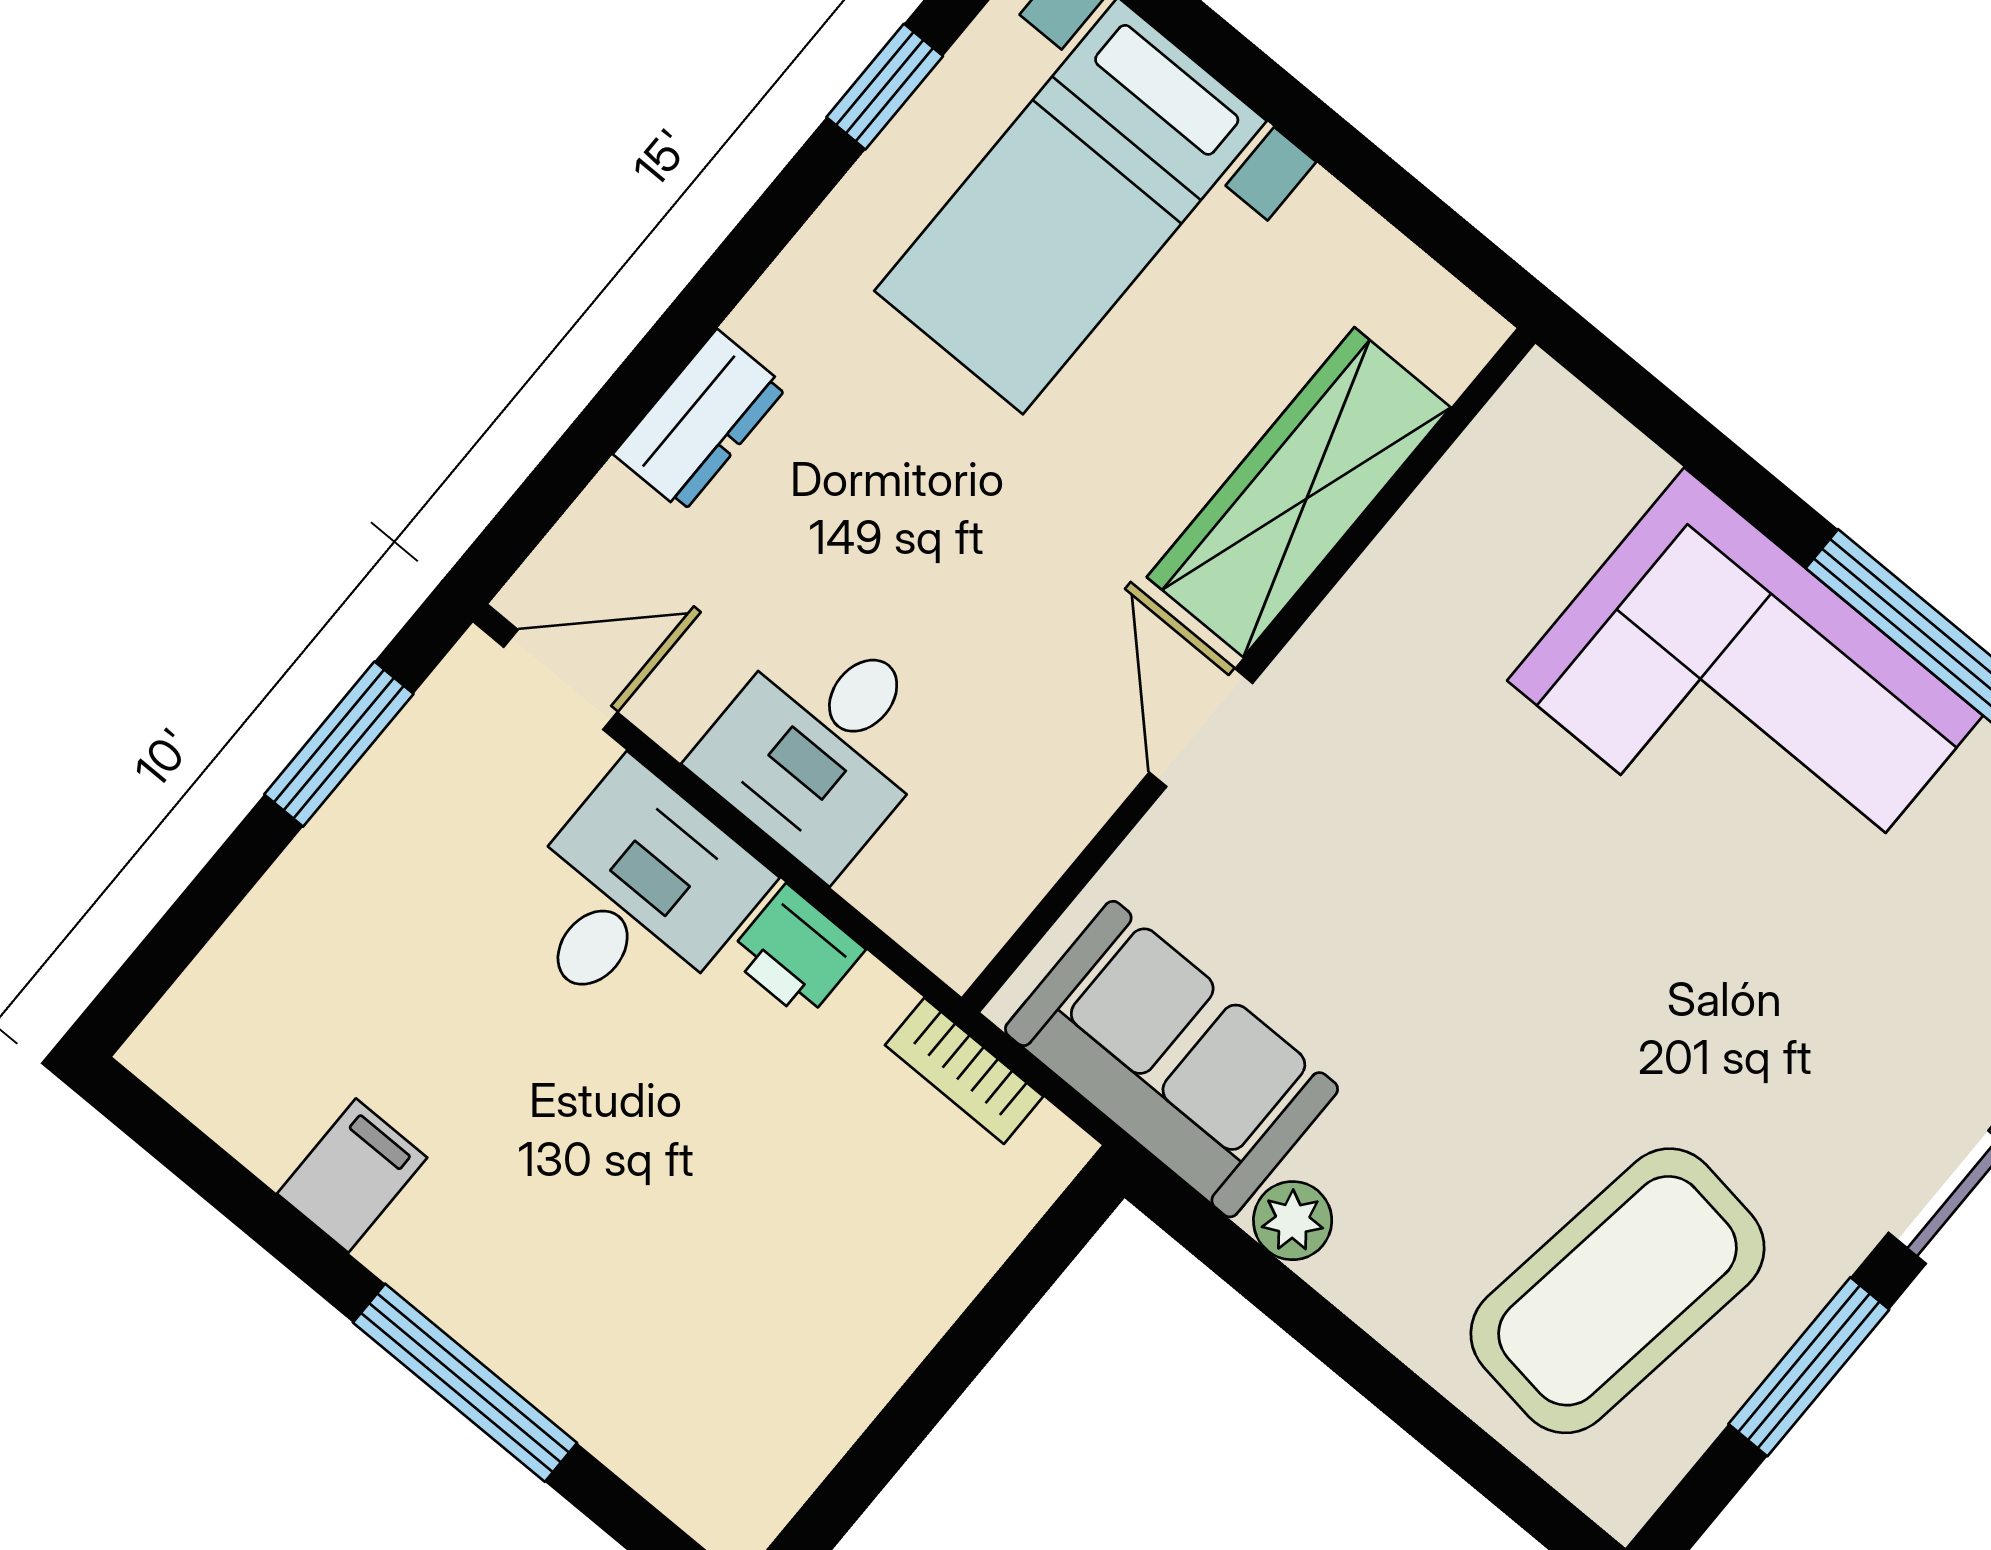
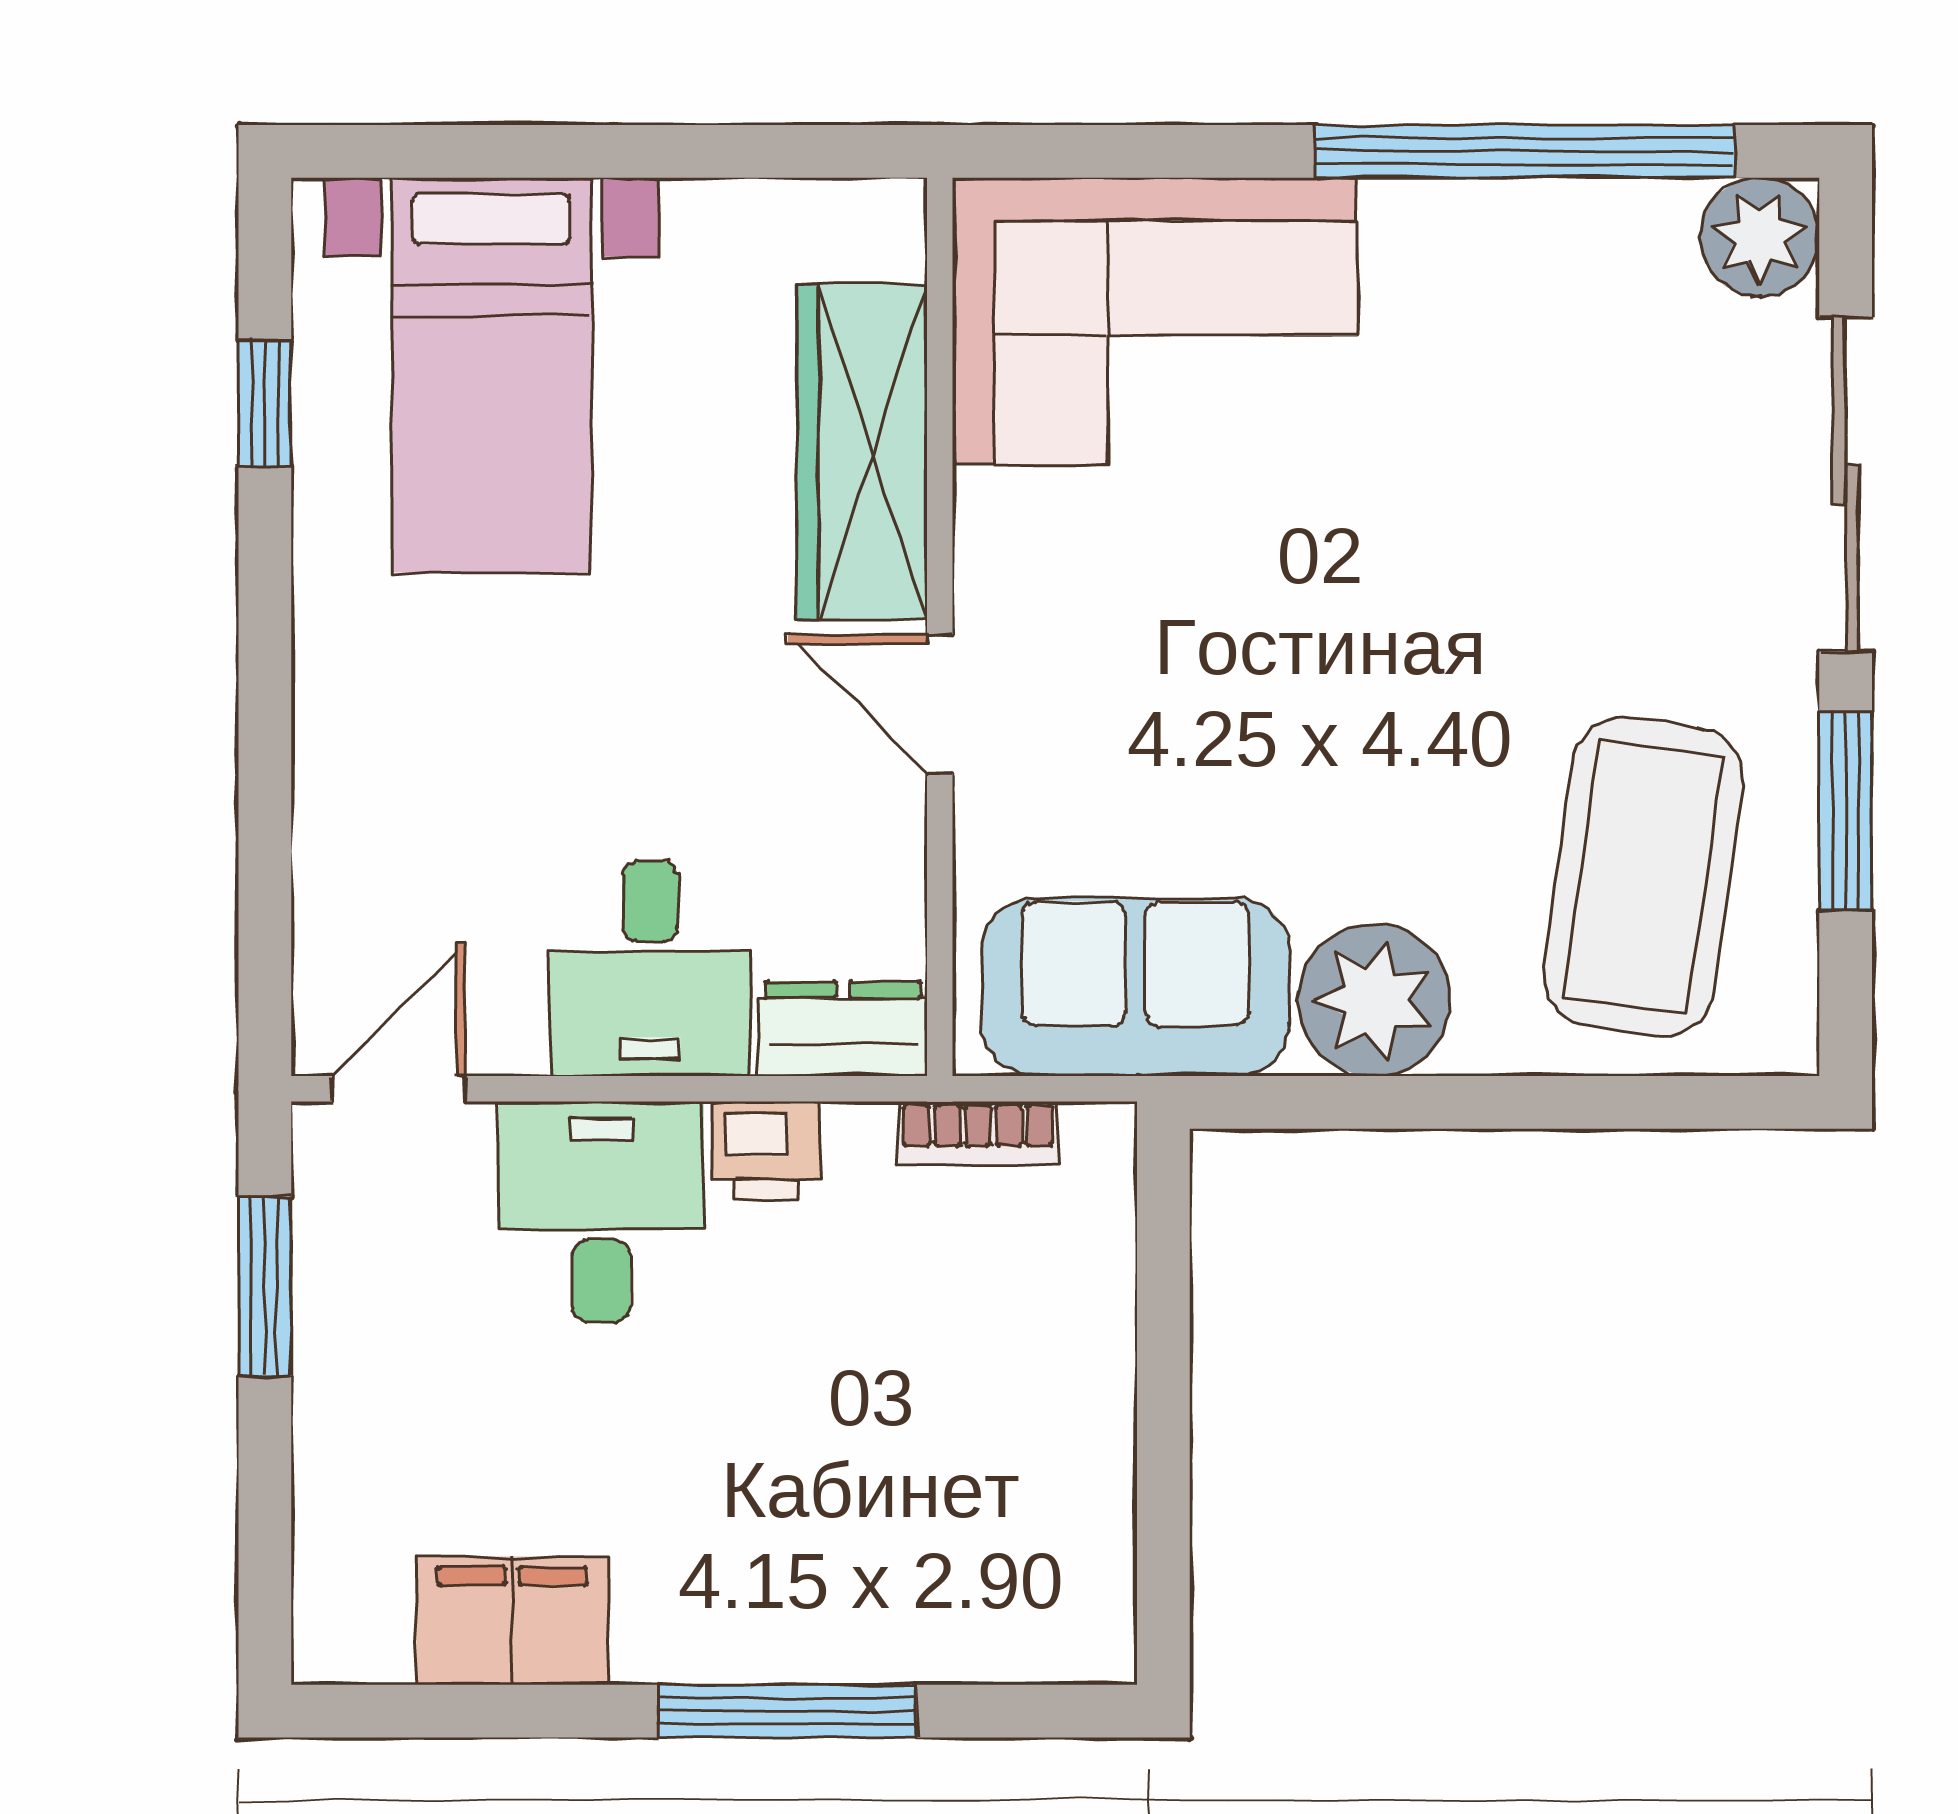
dresser: (700, 421) -> (843, 1029), moved, turned -90
corner sofa: (1745, 698) -> (1156, 321), moved
filing cabinet: (352, 1176) -> (512, 1621), width x2.00
plant: (1293, 1221) -> (1374, 1000), width x1.88, depth x1.88

